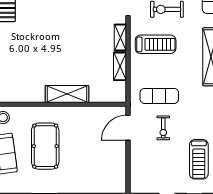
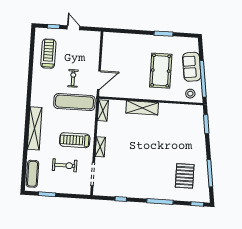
shelving: (120, 66) -> (103, 111), moved
exercise mat: (159, 96) -> (74, 102), width x1.36, depth x1.45

